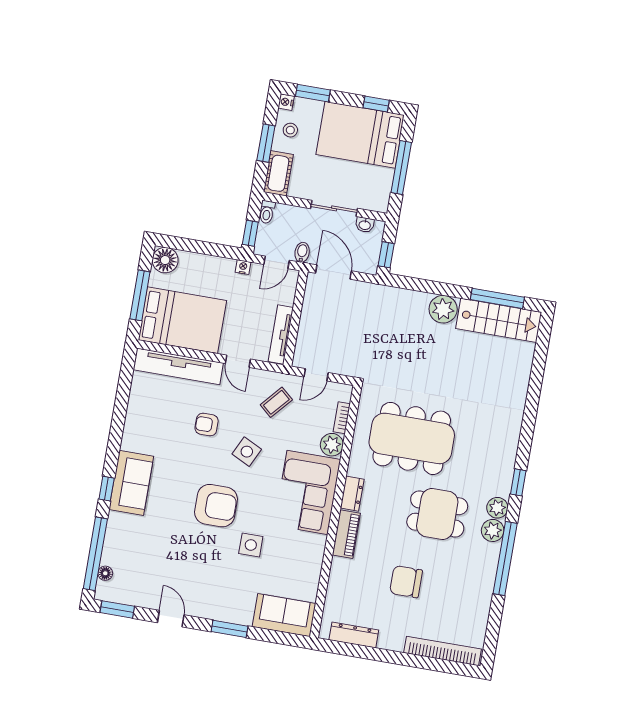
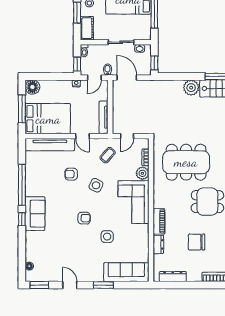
dresser: (352, 494) -> (158, 244), moved
armchair: (216, 506) -> (84, 218), width x0.53, depth x0.53
window: (95, 554) -> (22, 185), moved
sofa: (284, 615) -> (126, 272), width x1.36

